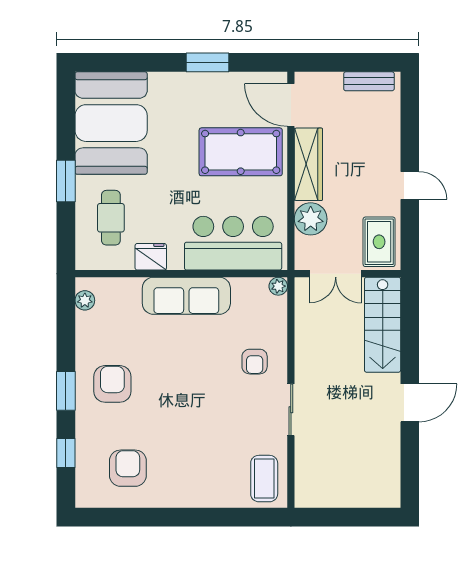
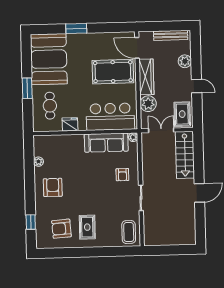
window: (208, 62) -> (76, 29), moved
bench: (369, 81) -> (171, 35), width x1.36
plant: (387, 135) -> (185, 61), added
double door: (336, 274) -> (161, 130), swing flipped
sofa: (186, 296) -> (106, 143), moved
plant: (85, 300) -> (39, 162), moved
window: (66, 391) -> (30, 191), removed
rug: (180, 466) -> (87, 227), added
armchair: (128, 468) -> (61, 229), turned -94

